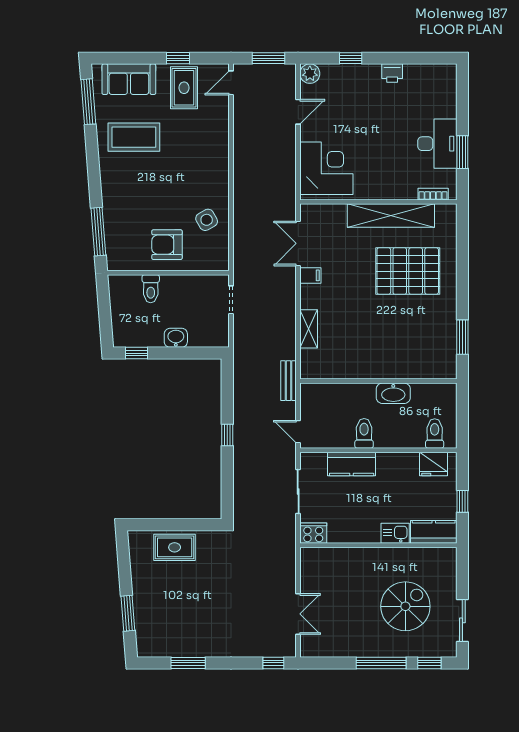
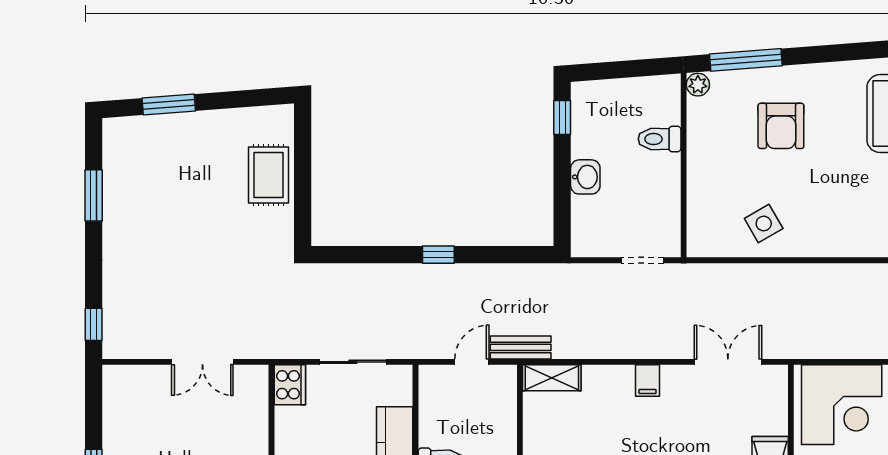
armchair: (167, 245) -> (781, 126), moved, turned 180
plant: (115, 263) -> (698, 85), added
filing cabinet: (310, 275) -> (648, 380), moved
shelving: (309, 329) -> (552, 378), moved
door: (298, 432) -> (472, 362), moved
double door: (298, 614) -> (202, 362), moved

